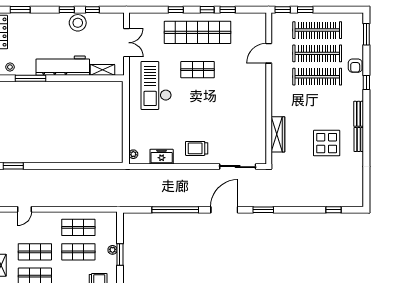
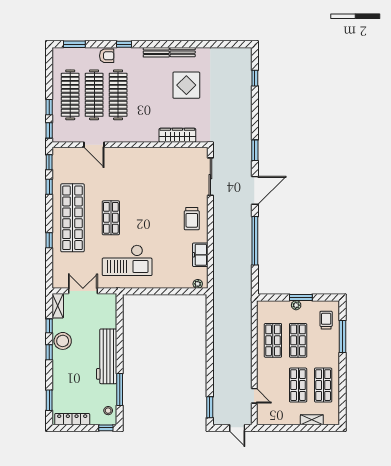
window: (207, 10) -> (49, 162), moved
shelving: (102, 70) -> (58, 306), moved
door: (224, 210) -> (255, 190), swing flipped

